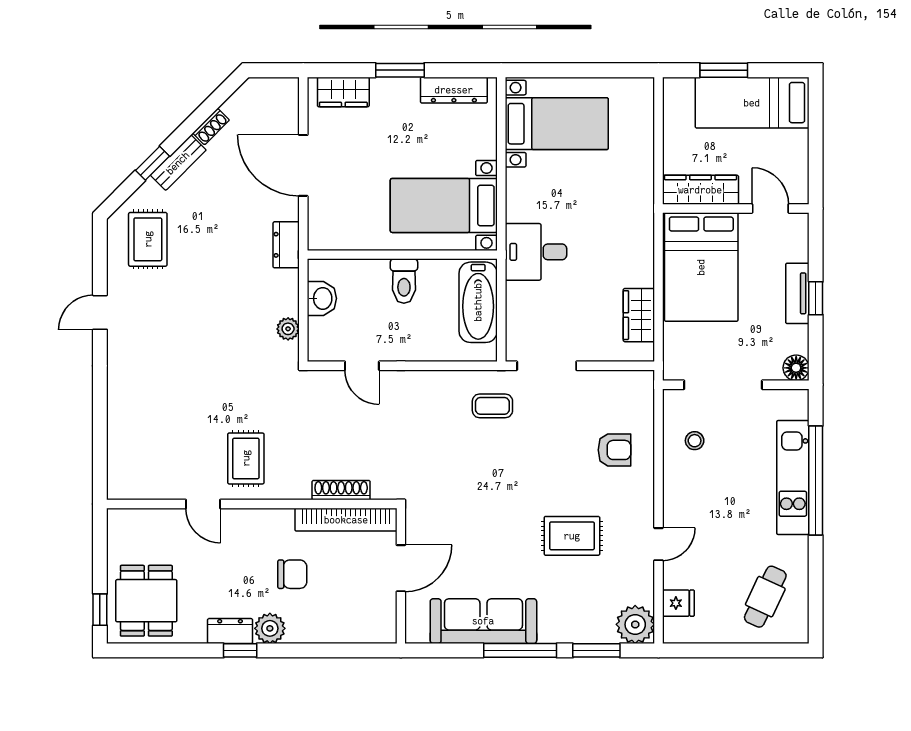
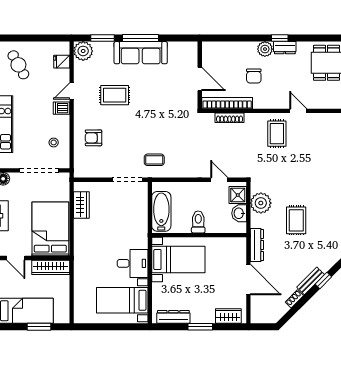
rug: (148, 239) -> (296, 220), moved
dresser: (286, 245) -> (257, 245), width x1.44
desk: (536, 252) -> (133, 263), moved
plant: (288, 329) -> (261, 203), width x1.88, depth x1.88
shower: (325, 335) -> (238, 195), added
dishwasher: (679, 510) -> (61, 108), added
door: (401, 568) -> (200, 79), swing flipped
chair: (292, 574) -> (254, 76), turned -90
cafe table: (765, 597) -> (18, 65), turned -54
sofa: (483, 621) -> (141, 53), moved

